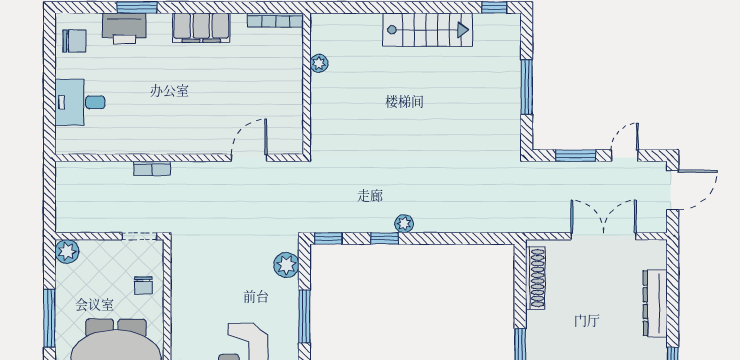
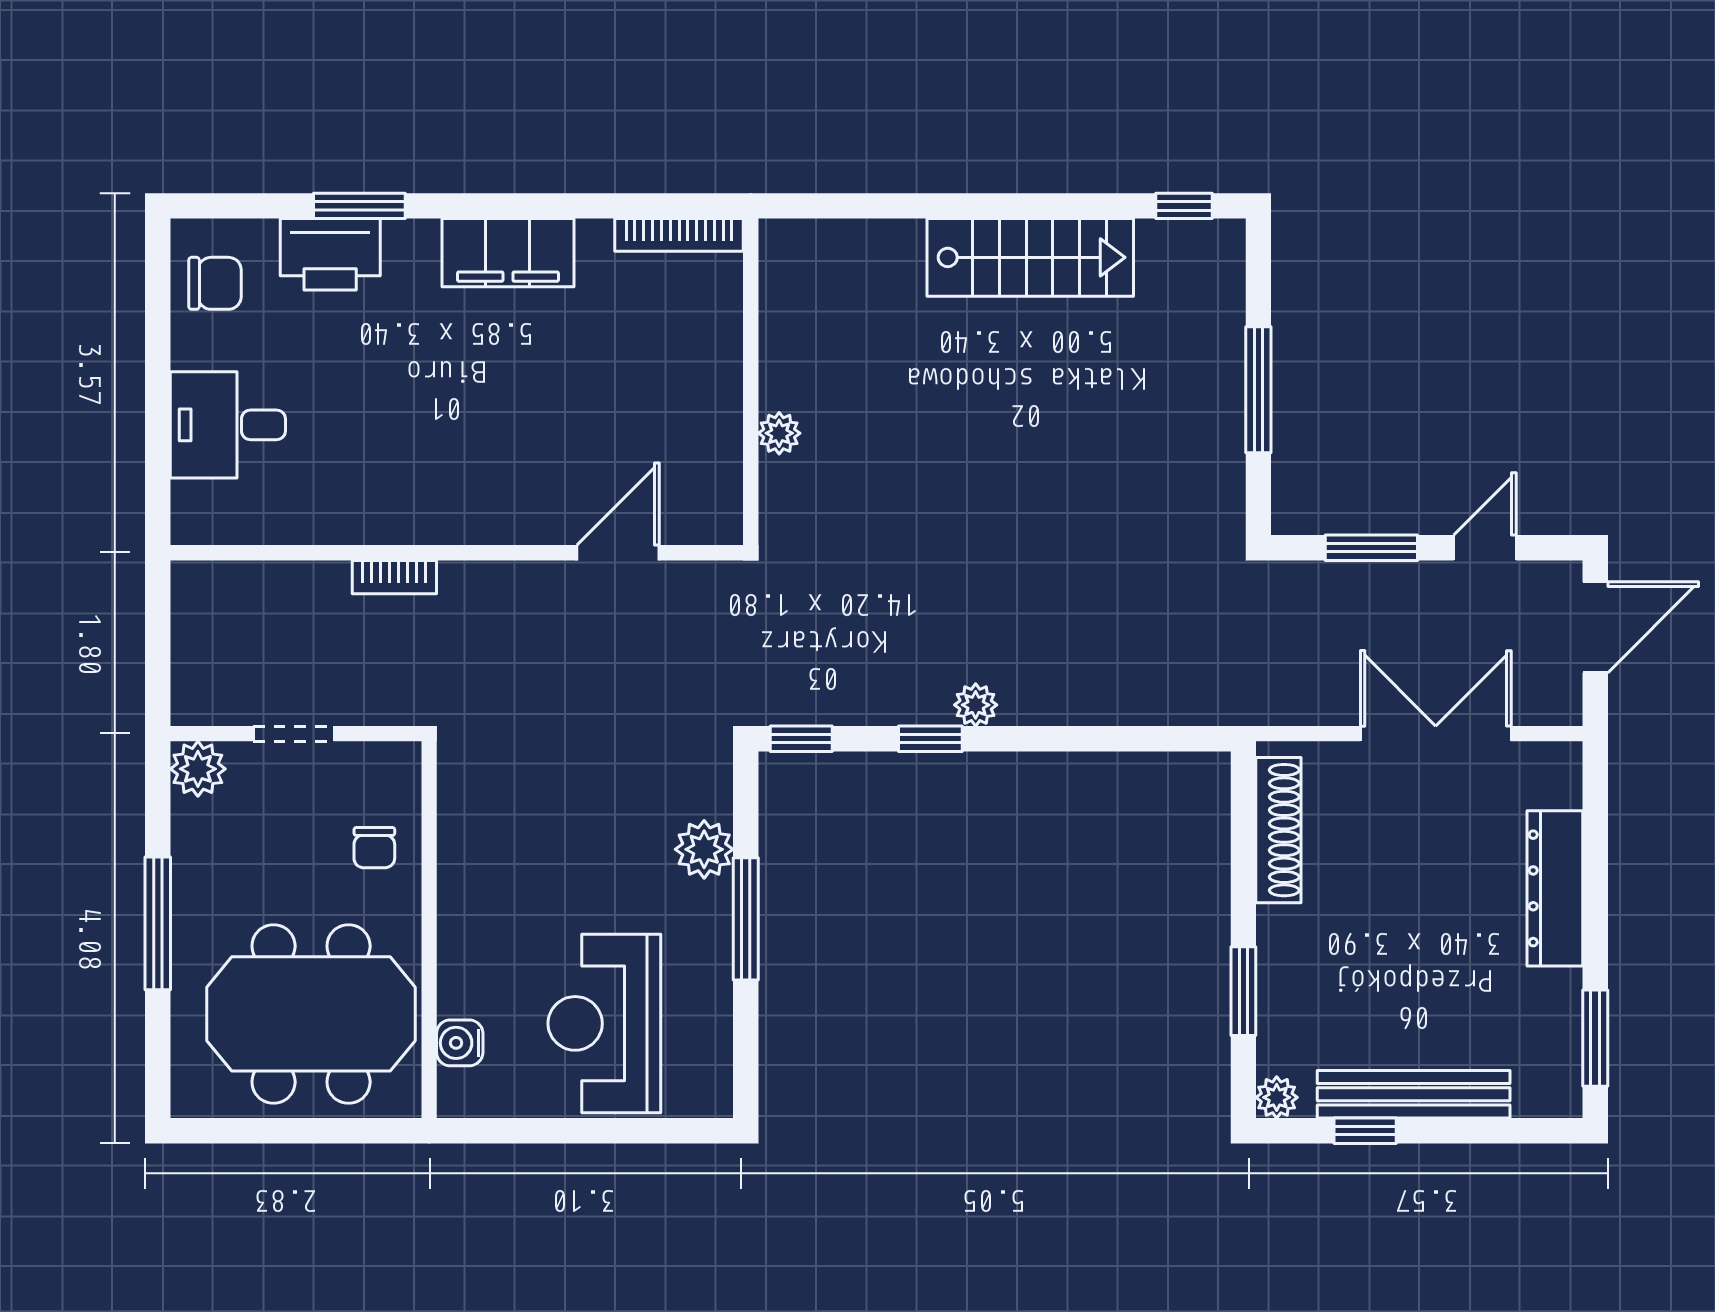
plant: (319, 63) -> (779, 433), moved
doorway: (139, 236) -> (294, 734), moved
plant: (286, 265) -> (704, 849), moved

